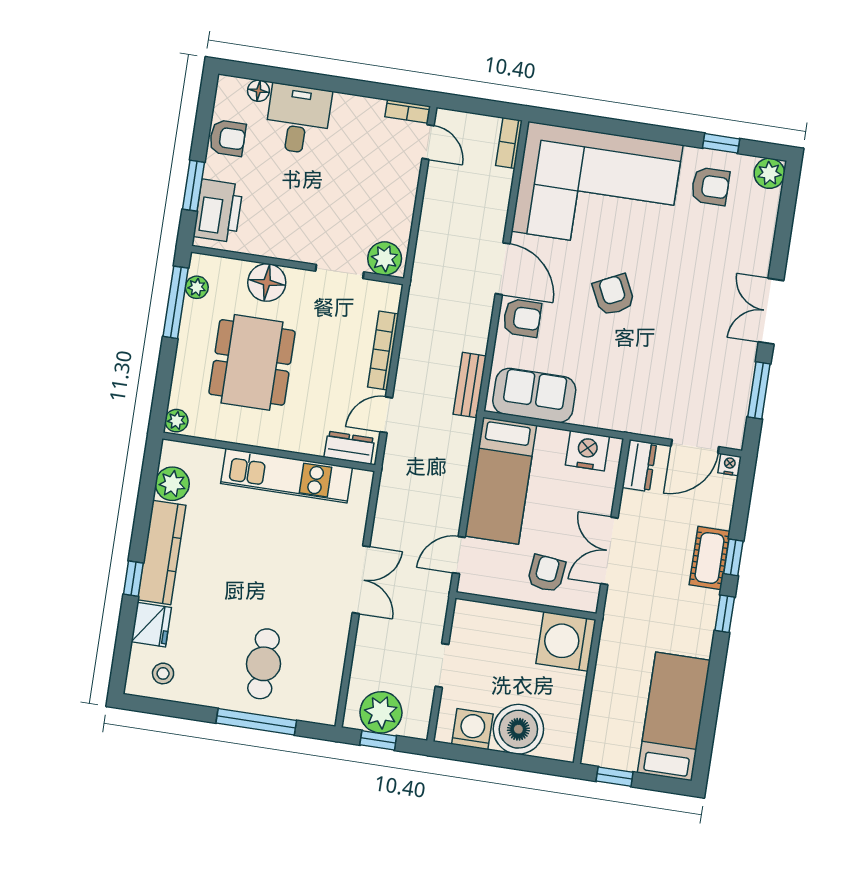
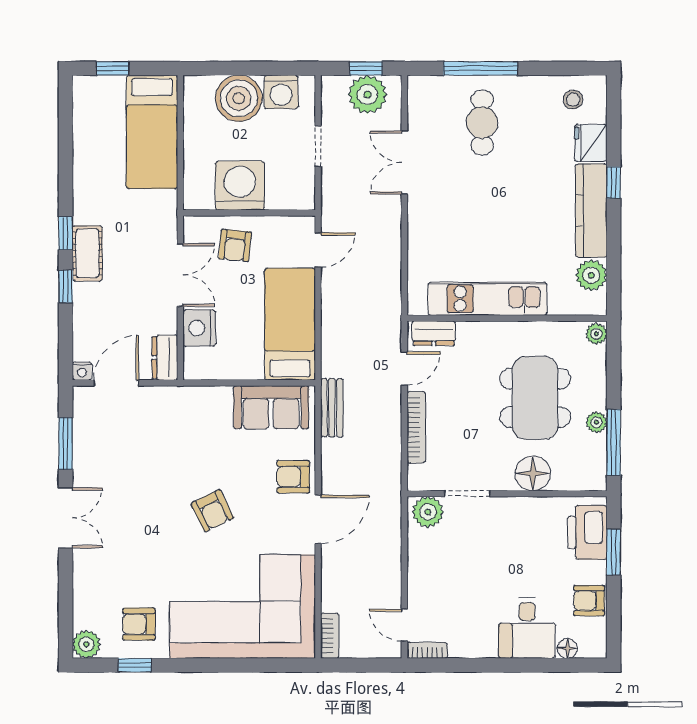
door: (503, 269) -> (318, 519), swing flipped
plant: (197, 287) -> (596, 422), moved
nightstand: (587, 451) -> (199, 328), moved, turned 90
cot: (710, 558) -> (87, 253), moved
double door: (361, 580) -> (404, 162), moved
washing machine: (566, 641) -> (240, 186), moved, turned -90
bed: (674, 716) -> (152, 132), moved
window: (615, 777) -> (112, 68), moved

